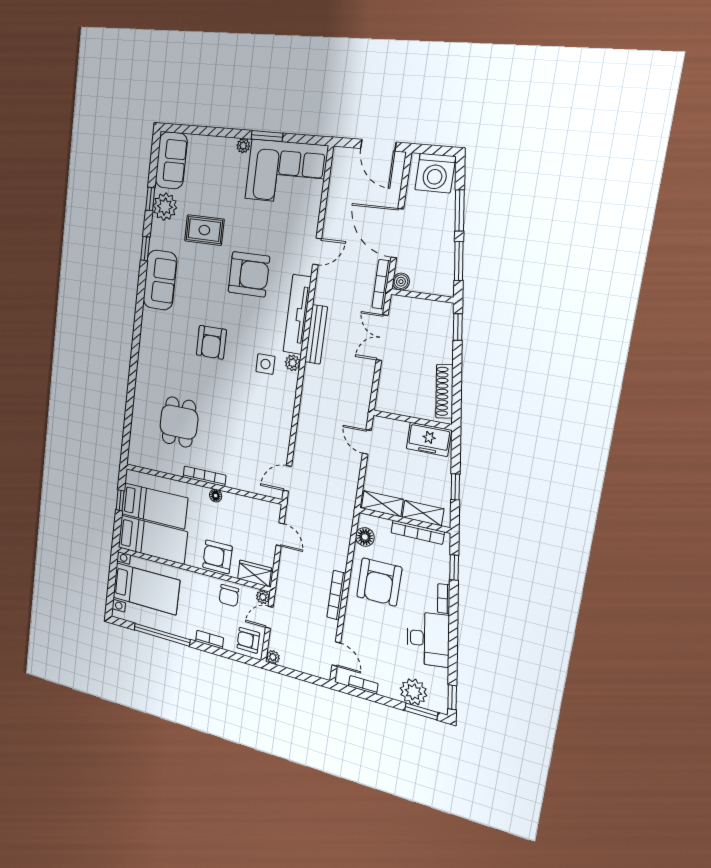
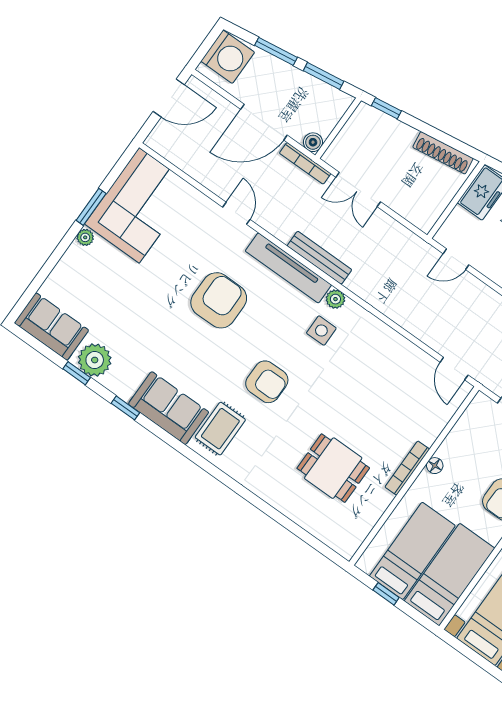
rug: (204, 230) -> (220, 429), moved

